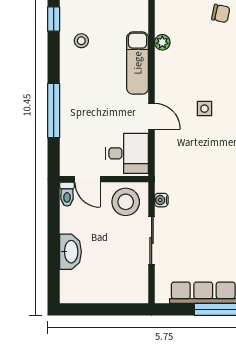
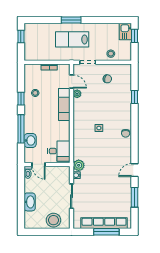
window: (54, 19) -> (21, 99), moved
door: (152, 116) -> (72, 81), moved
washbasin: (71, 133) -> (30, 140), added
plant: (165, 181) -> (79, 165), added
stool: (126, 202) -> (53, 220), moved

